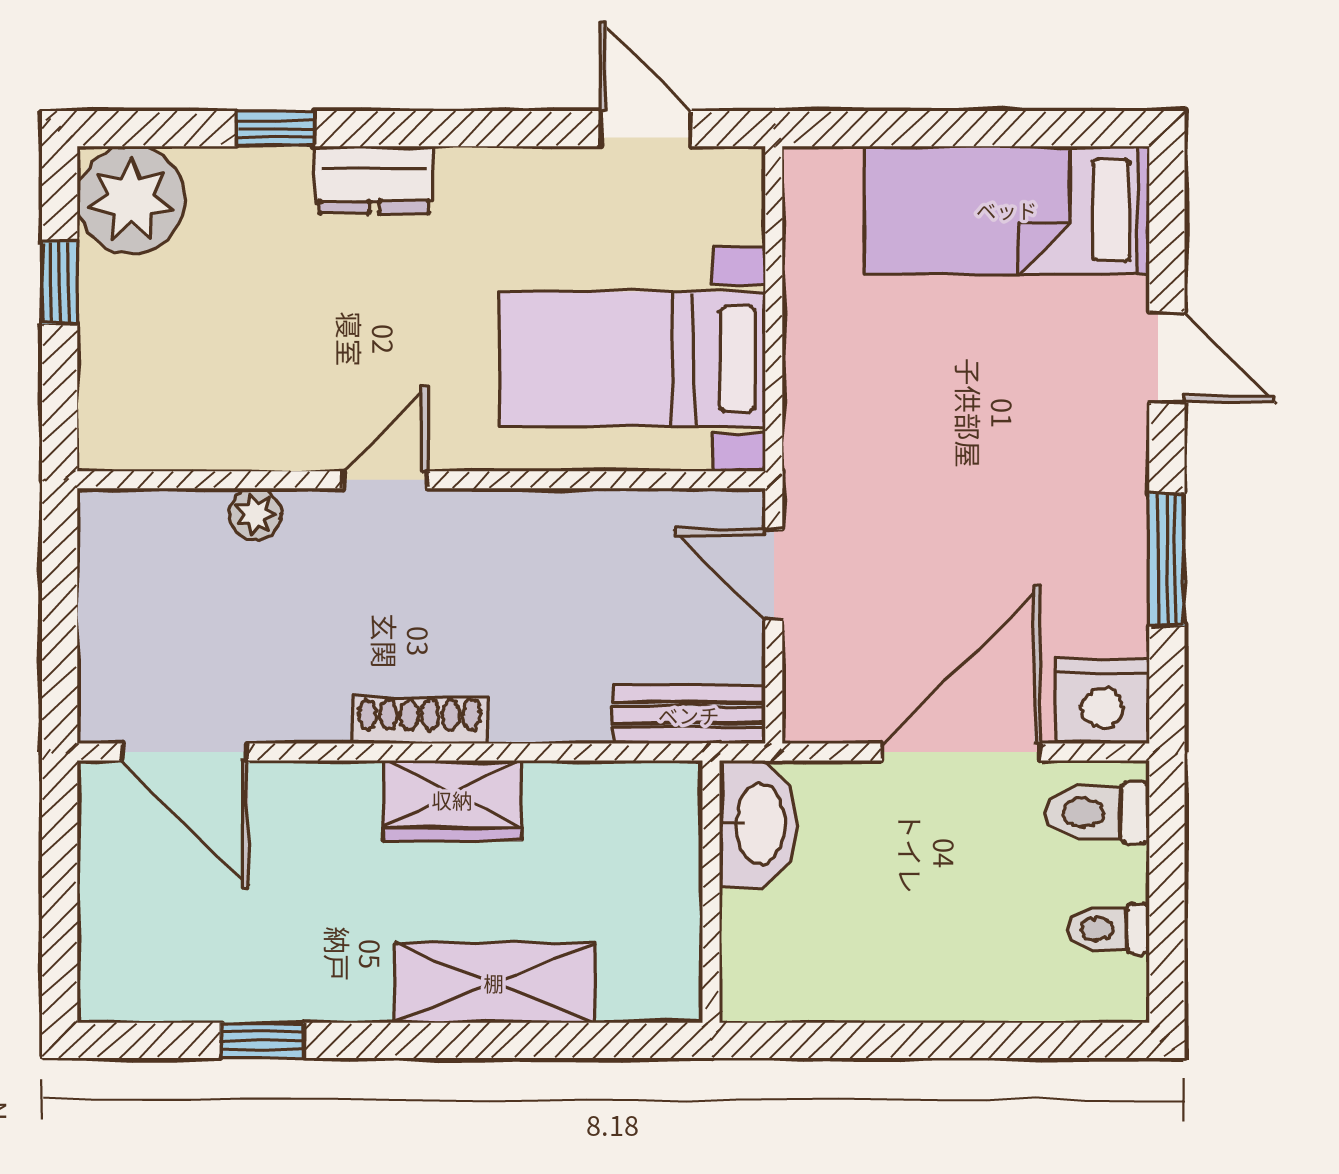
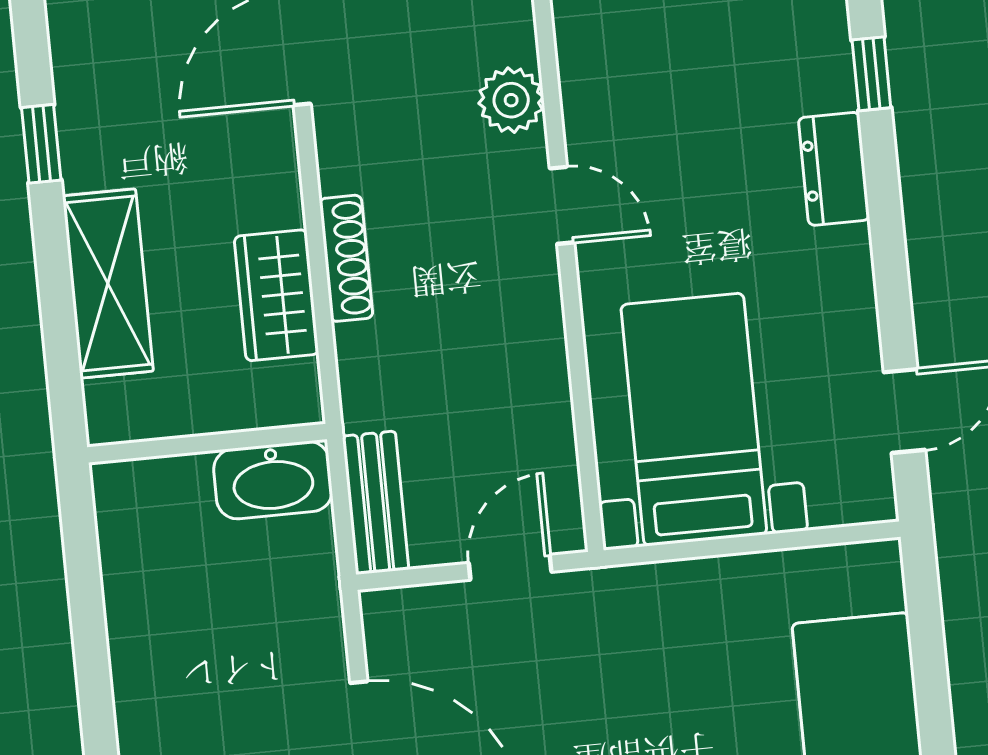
plant: (255, 514) -> (511, 100), width x1.38, depth x1.38
washbasin: (758, 824) -> (273, 480), moved
wall: (711, 892) -> (207, 443), moved
shelving: (494, 983) -> (108, 283), moved

